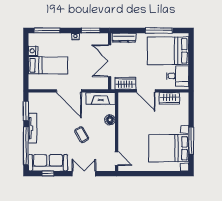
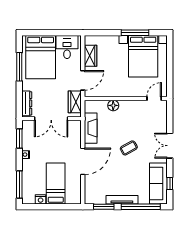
floor lamp: (110, 120) -> (113, 105), moved
wall: (117, 132) -> (126, 98), moved
door: (117, 159) -> (154, 98), moved

